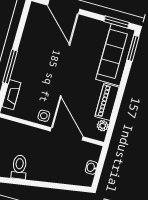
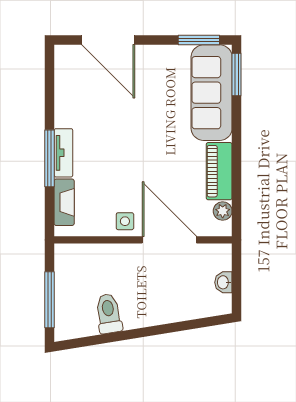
tv unit: (19, 66) -> (63, 153), added

